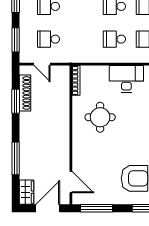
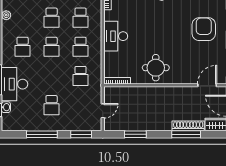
school desk: (49, 39) -> (81, 76), moved
shoe rack: (25, 93) -> (188, 126), moved
round table: (100, 117) -> (156, 68), moved

